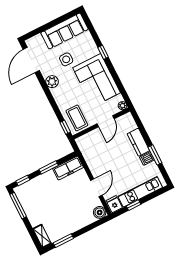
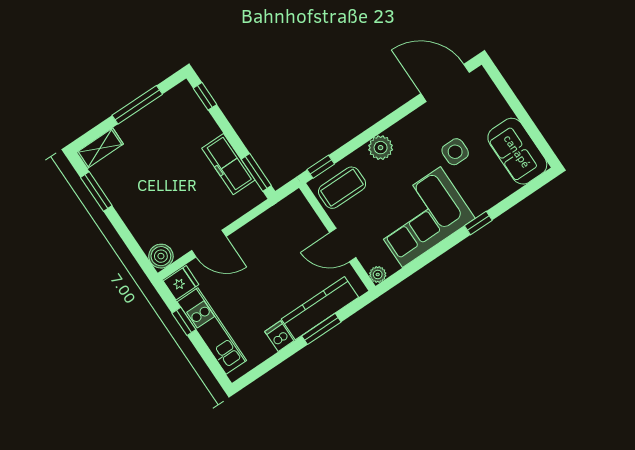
sofa: (65, 31) -> (517, 151), width x0.73
plant: (52, 82) -> (381, 148), moved
kitchen counter: (138, 142) -> (320, 308), width x1.50
window: (155, 155) -> (321, 329), moved
window: (49, 167) -> (256, 172), moved
freezer: (68, 168) -> (228, 164), moved
window: (18, 206) -> (137, 105), moved

